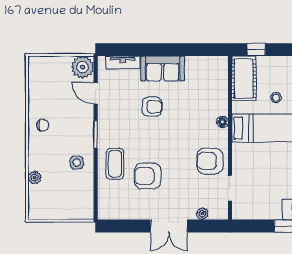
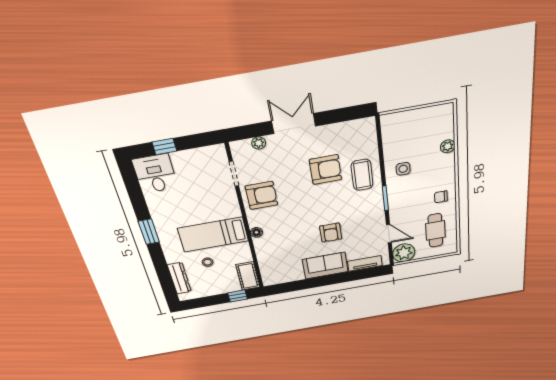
cot: (244, 79) -> (248, 276), width x0.73, depth x0.75
cafe table: (50, 88) -> (435, 230), added
armchair: (152, 107) -> (331, 233), turned -90

